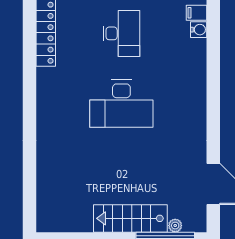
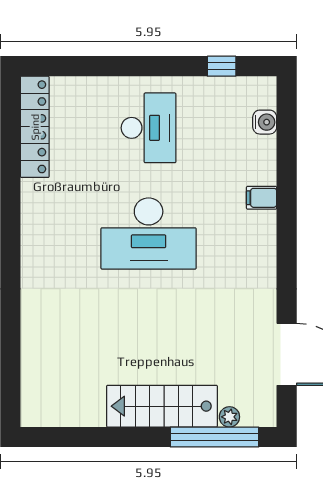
filing cabinet: (197, 13) -> (262, 198), moved

